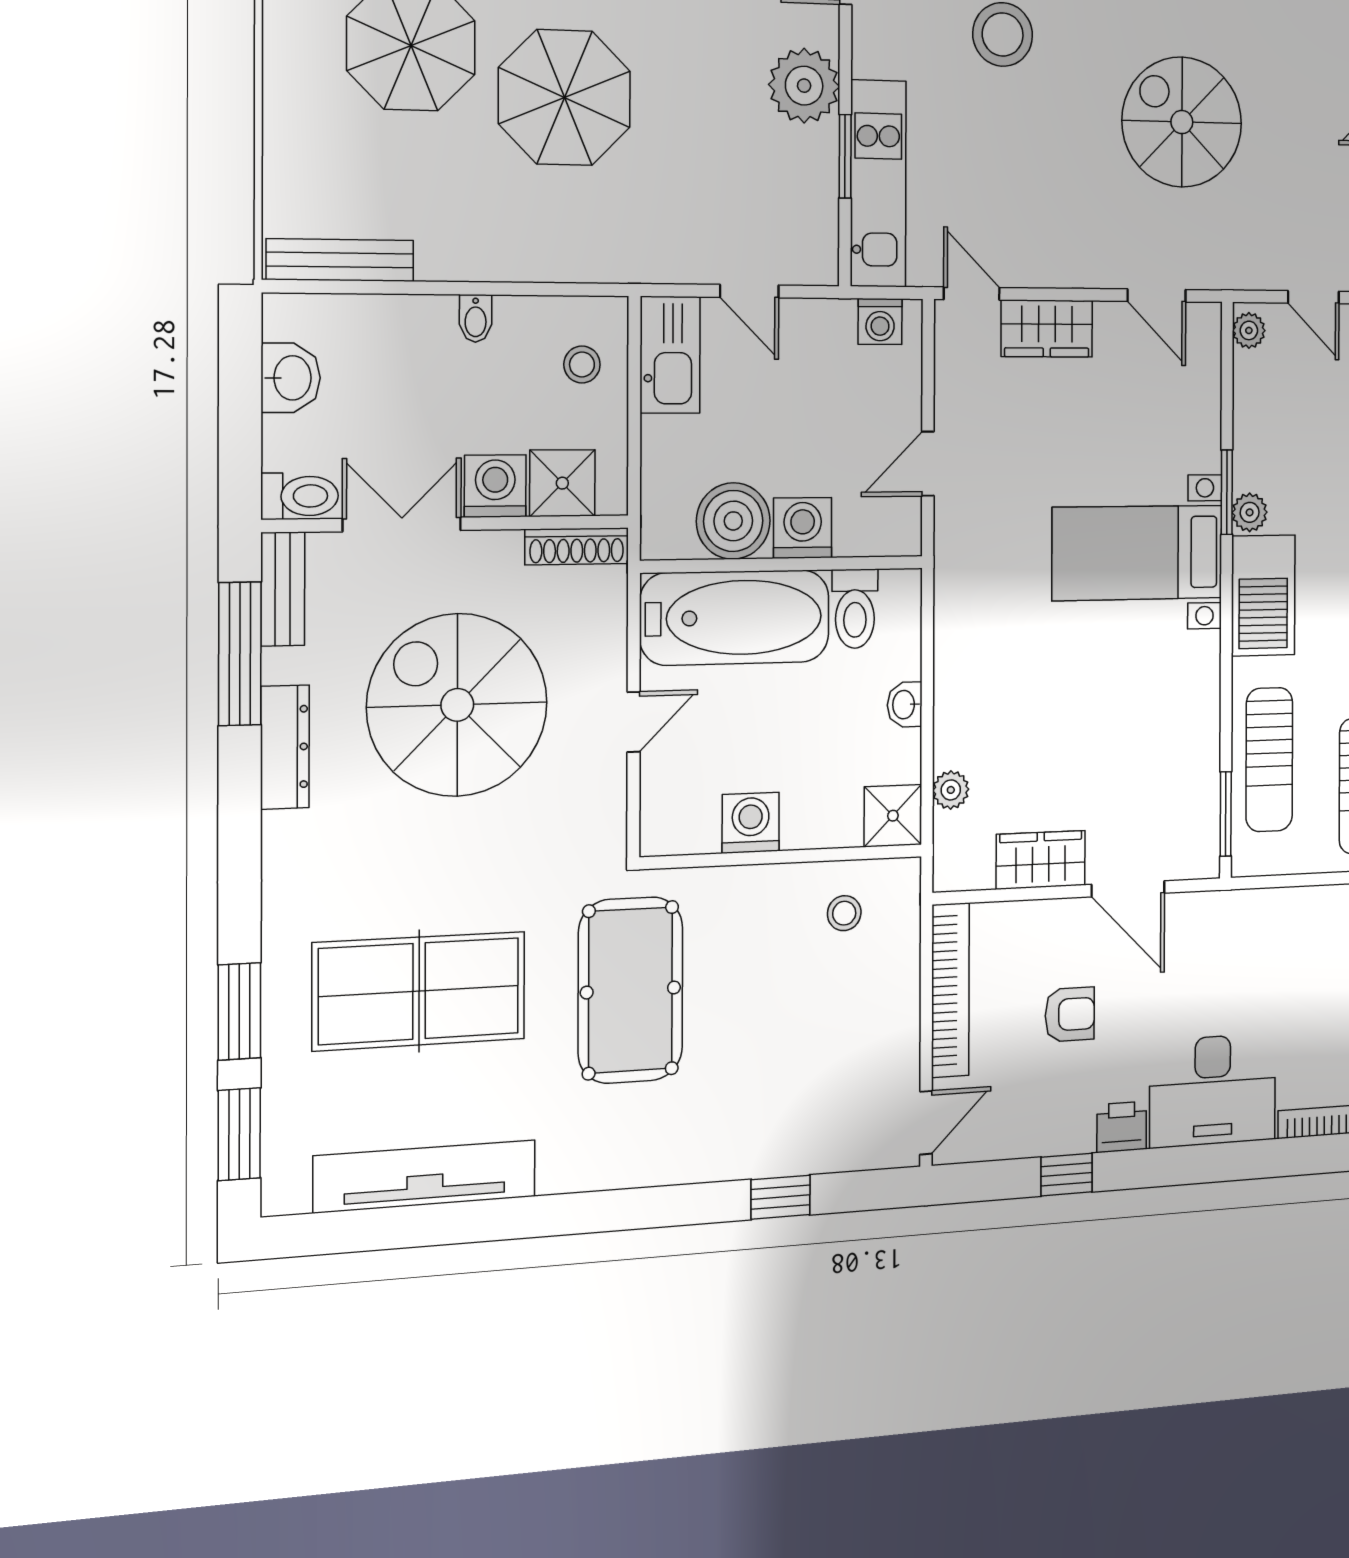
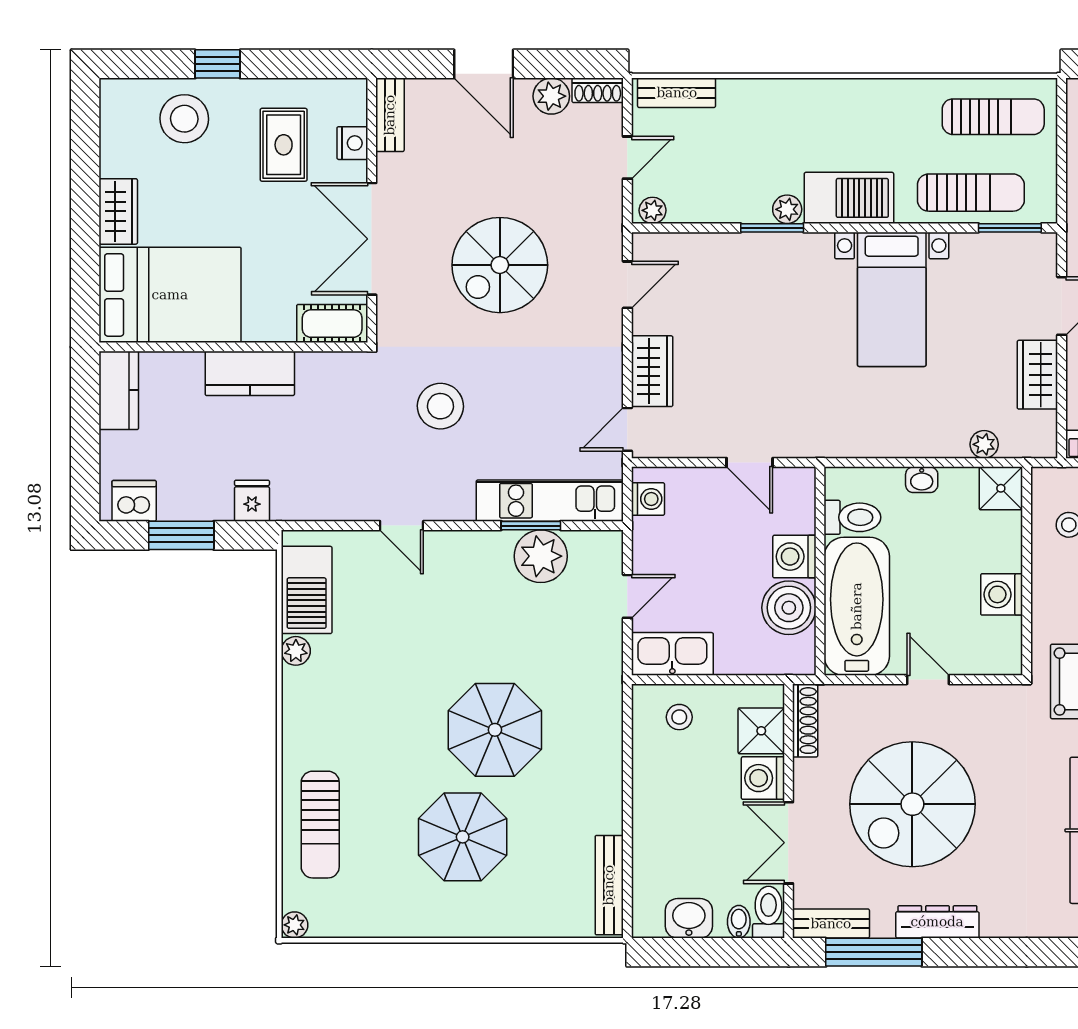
plant: (804, 86) -> (541, 556), moved
bidet: (476, 318) -> (739, 922), moved, turned -90
bed with nightstands: (1137, 553) -> (892, 299), moved

